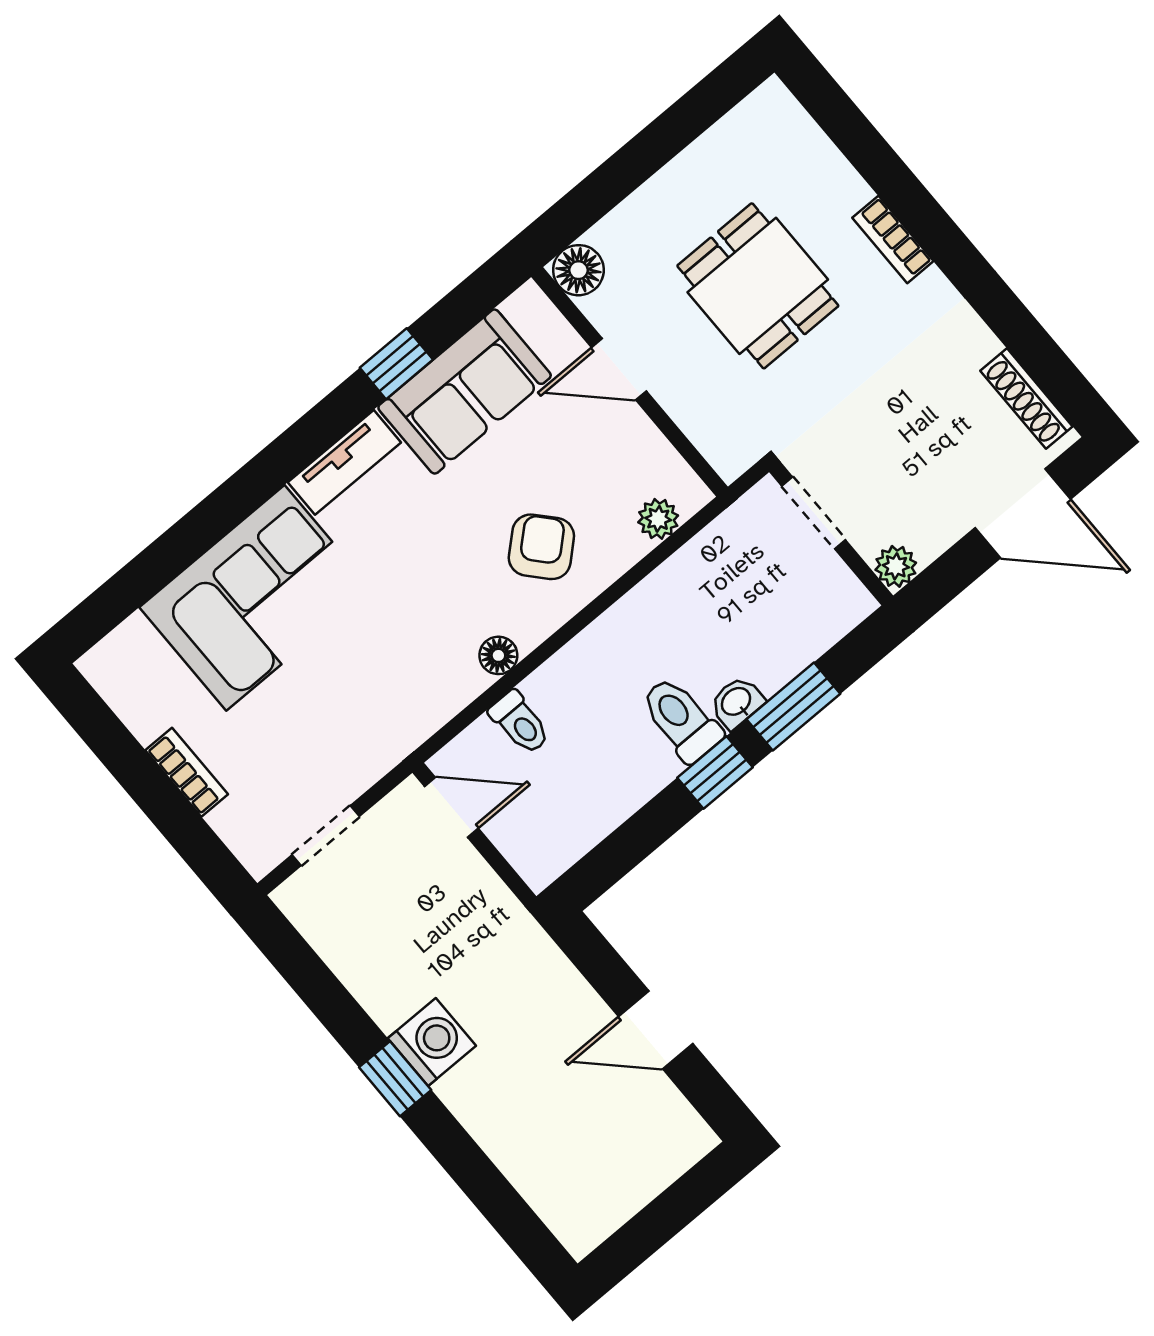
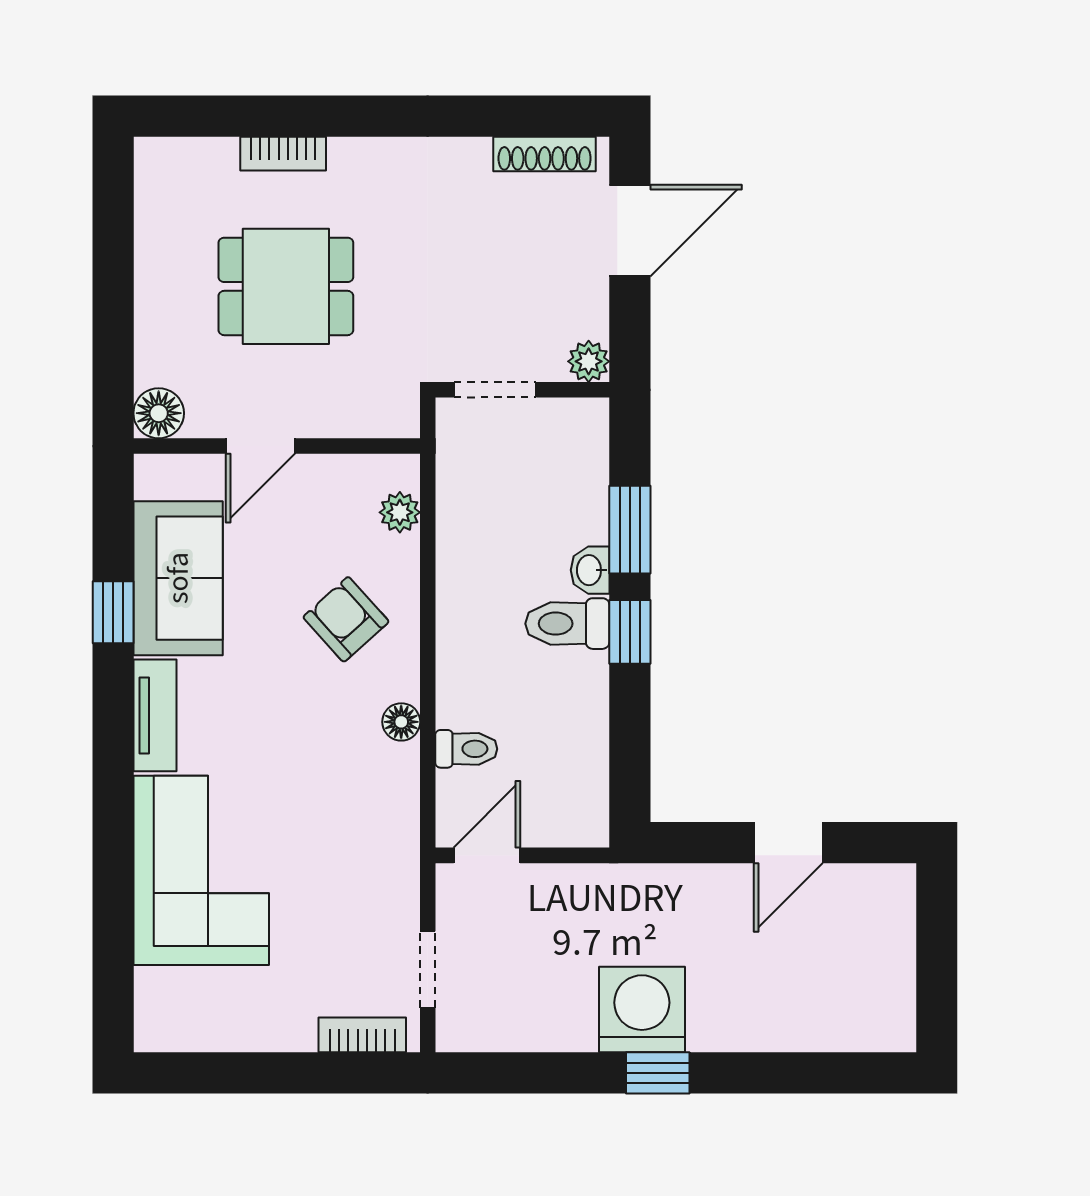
bookcase: (893, 239) -> (283, 154), moved
bookcase: (187, 772) -> (362, 1035), moved
washing machine: (432, 1042) -> (642, 1009), width x1.37, depth x1.37

